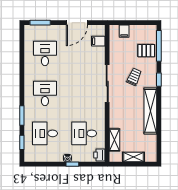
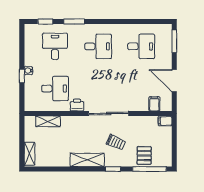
filing cabinet: (124, 31) -> (165, 121), moved
shelving: (150, 111) -> (87, 160), width x0.68
desk: (84, 133) -> (55, 89), turned 90
printer: (99, 155) -> (77, 105), moved
shelving: (133, 157) -> (30, 154), moved

